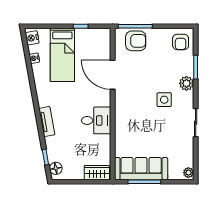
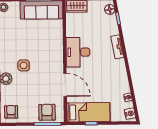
armchair: (136, 41) -> (47, 112), turned 90
bed: (62, 55) -> (88, 112), moved, turned 90
desk: (96, 120) -> (78, 52), width x1.37

